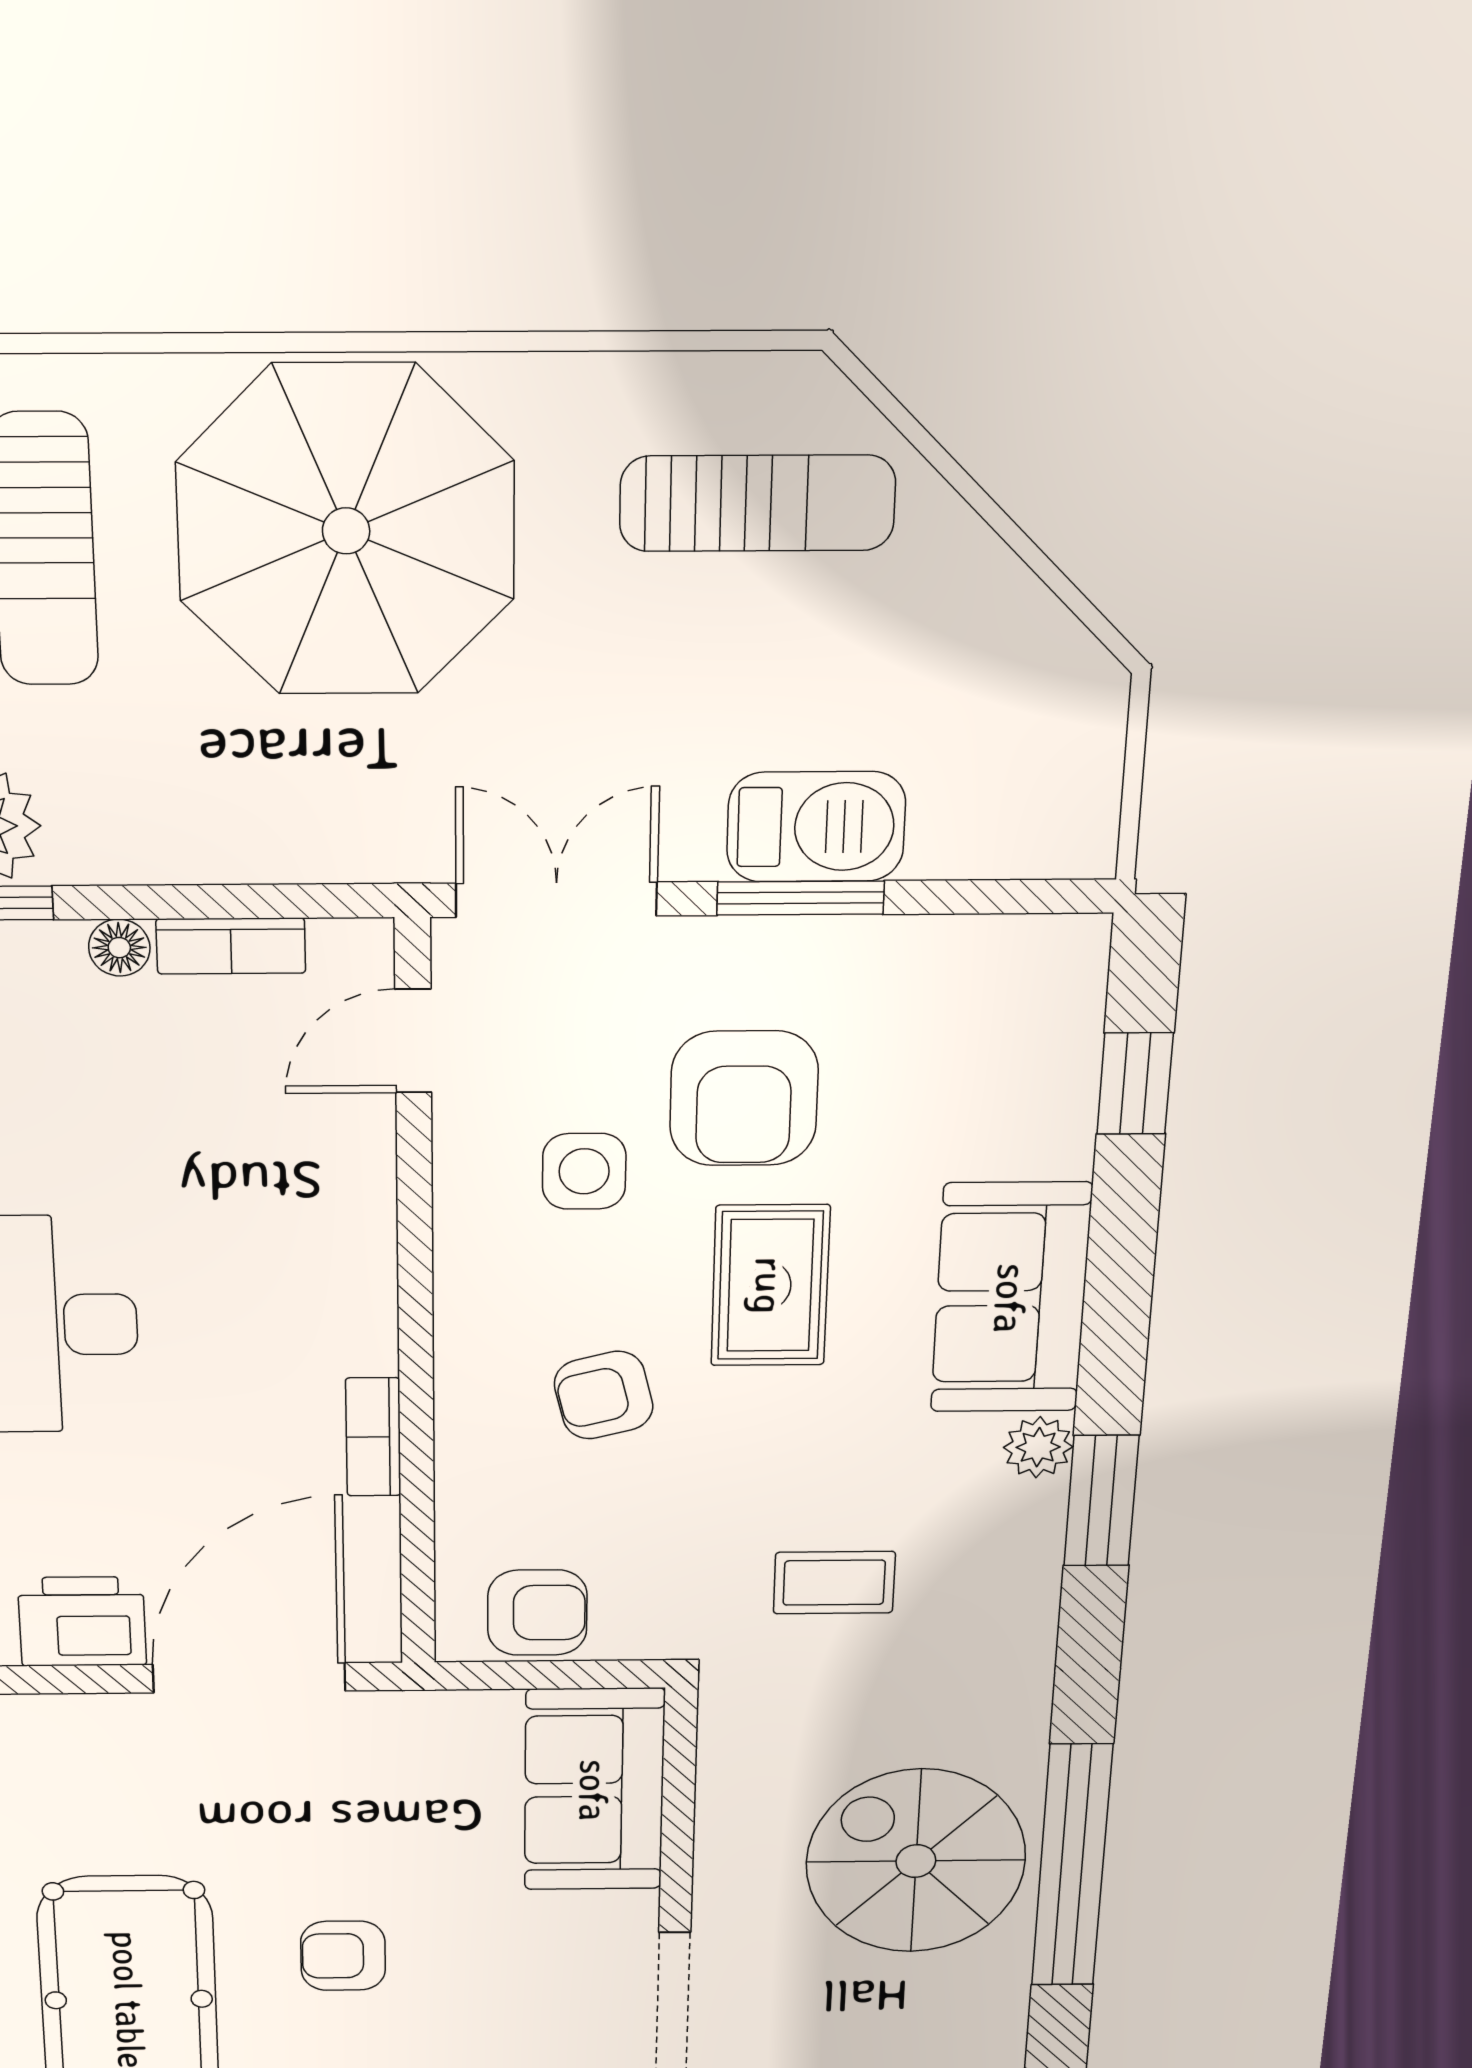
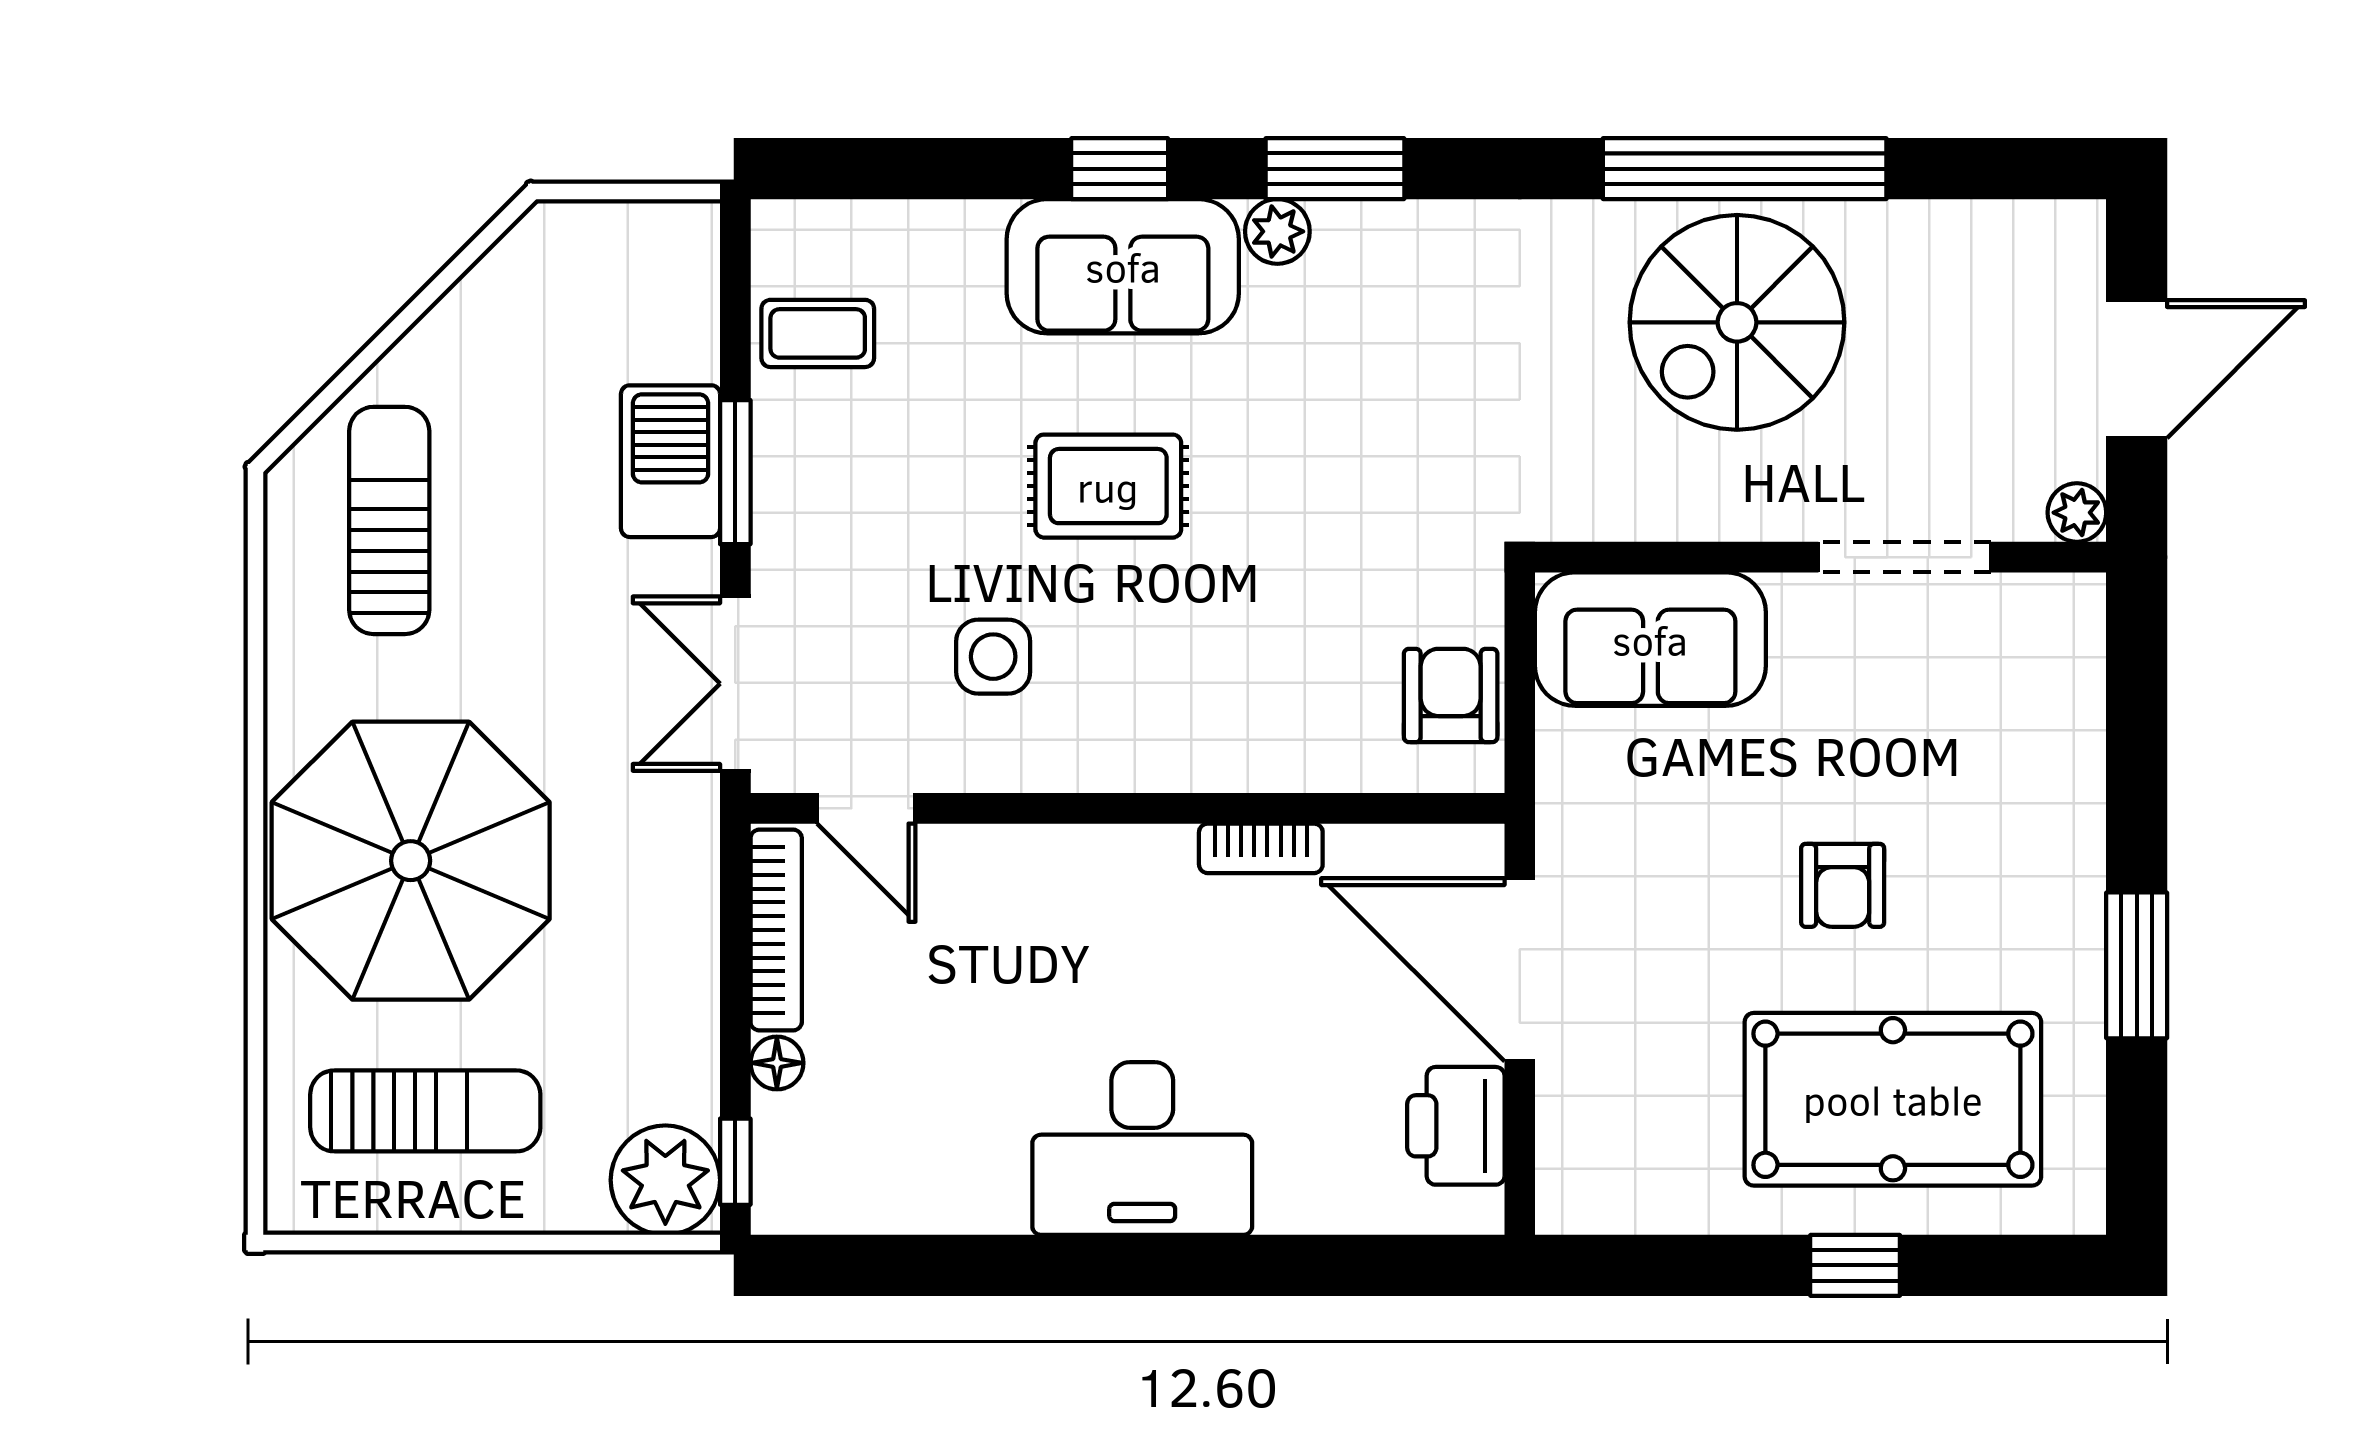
bookcase: (231, 946) -> (776, 930), width x1.56
window: (1135, 1084) -> (1120, 169), moved
armchair: (744, 1098) -> (923, 516), removed
armchair: (604, 1395) -> (1219, 636), removed
coffee table: (834, 1583) -> (818, 333), moved, turned 90

